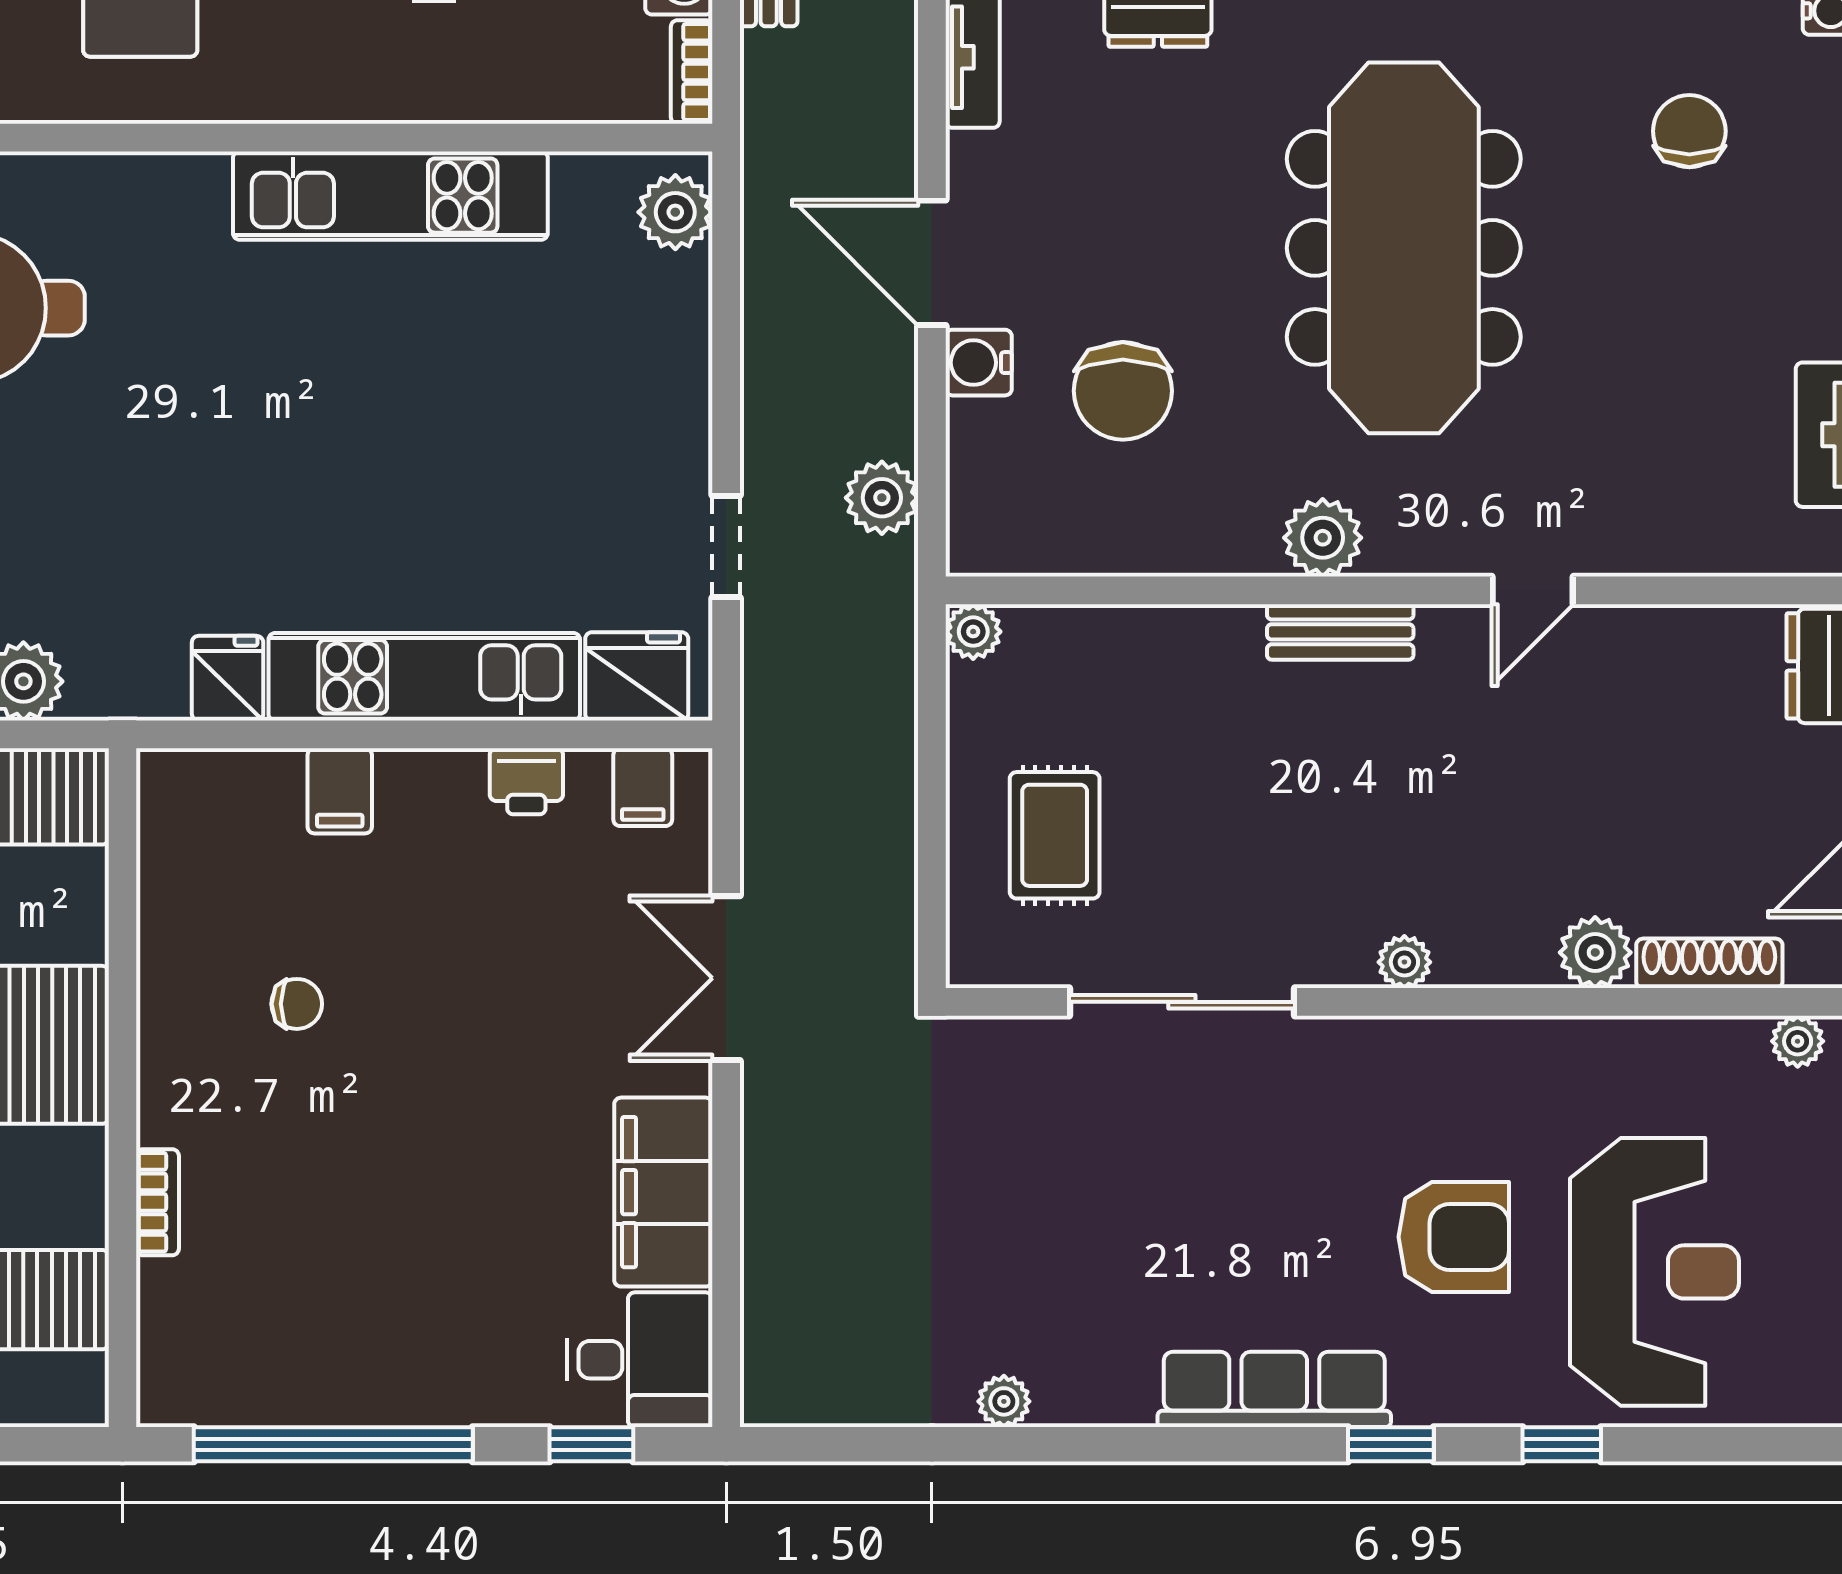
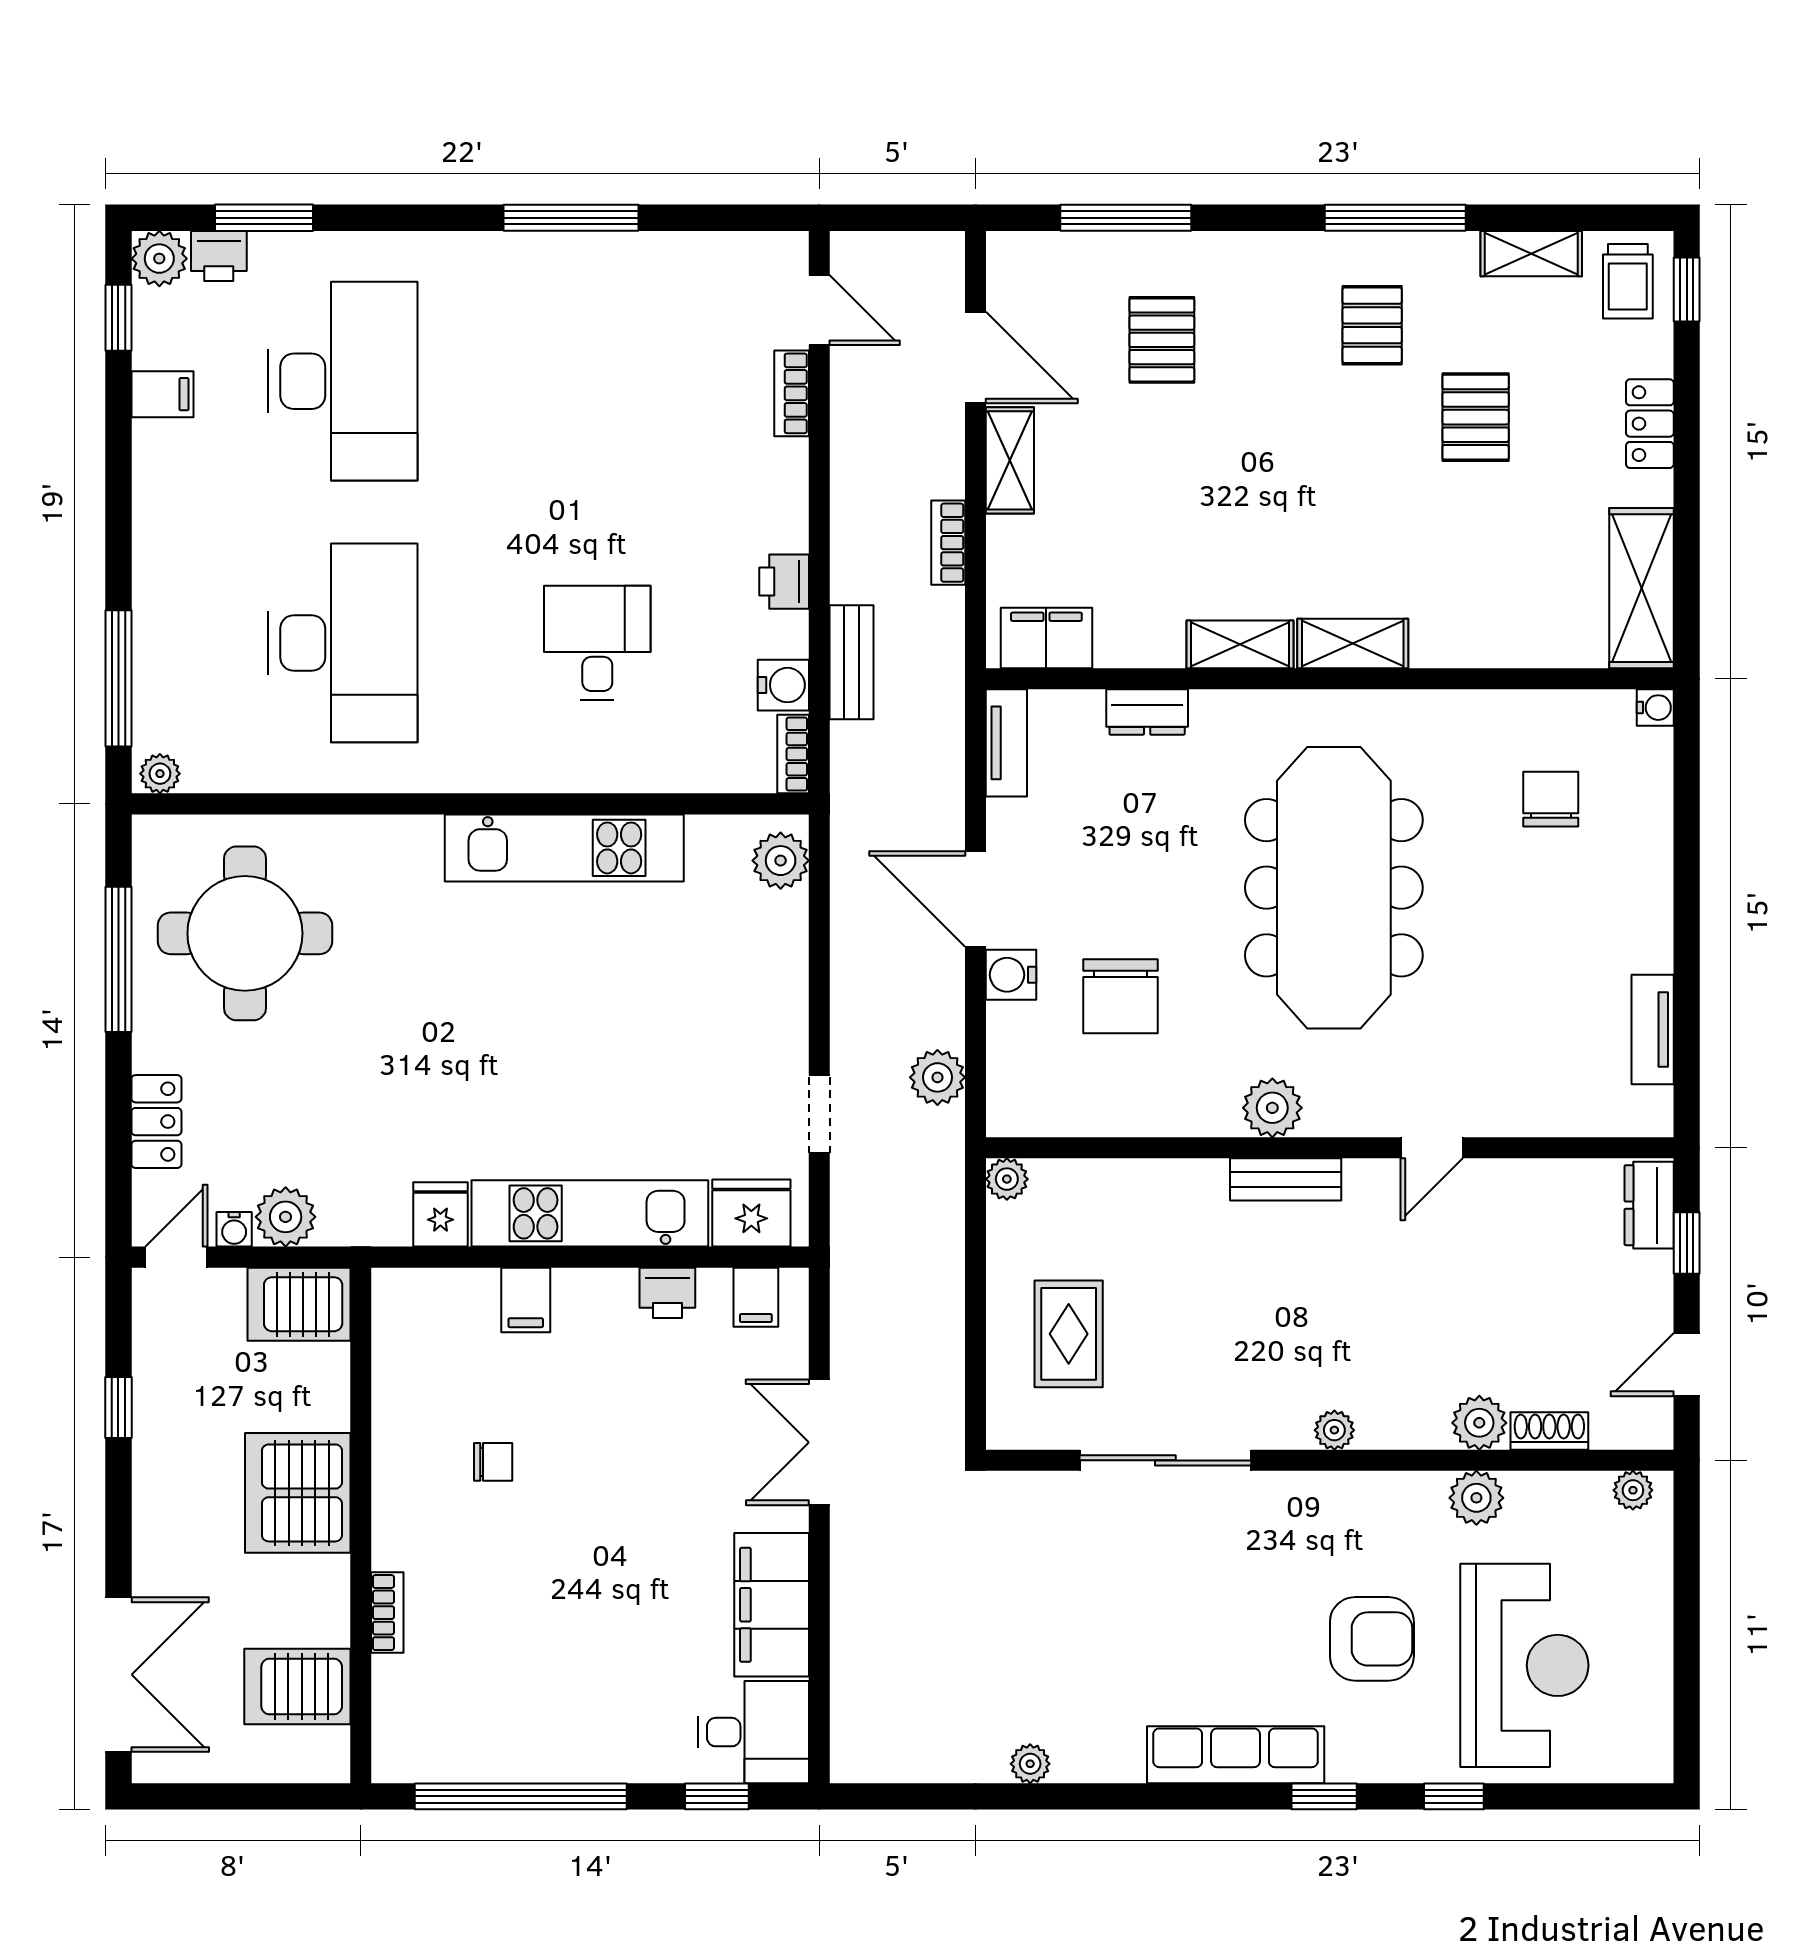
shoe rack: (1709, 963) -> (1549, 1431), width x0.70
plant: (1591, 1051) -> (1476, 1498), added

